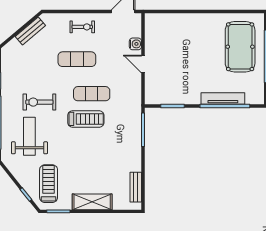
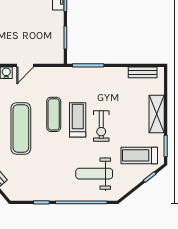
exercise mat: (77, 59) -> (21, 128), width x1.36, depth x1.45
exercise bike: (39, 102) -> (101, 126), moved

